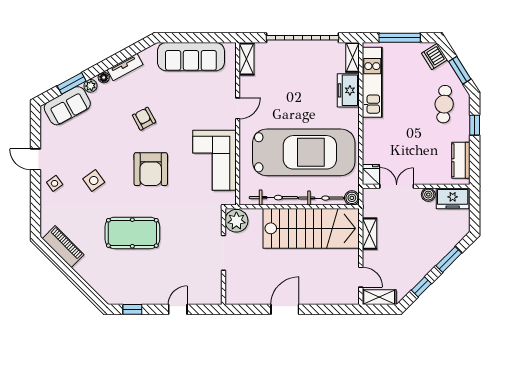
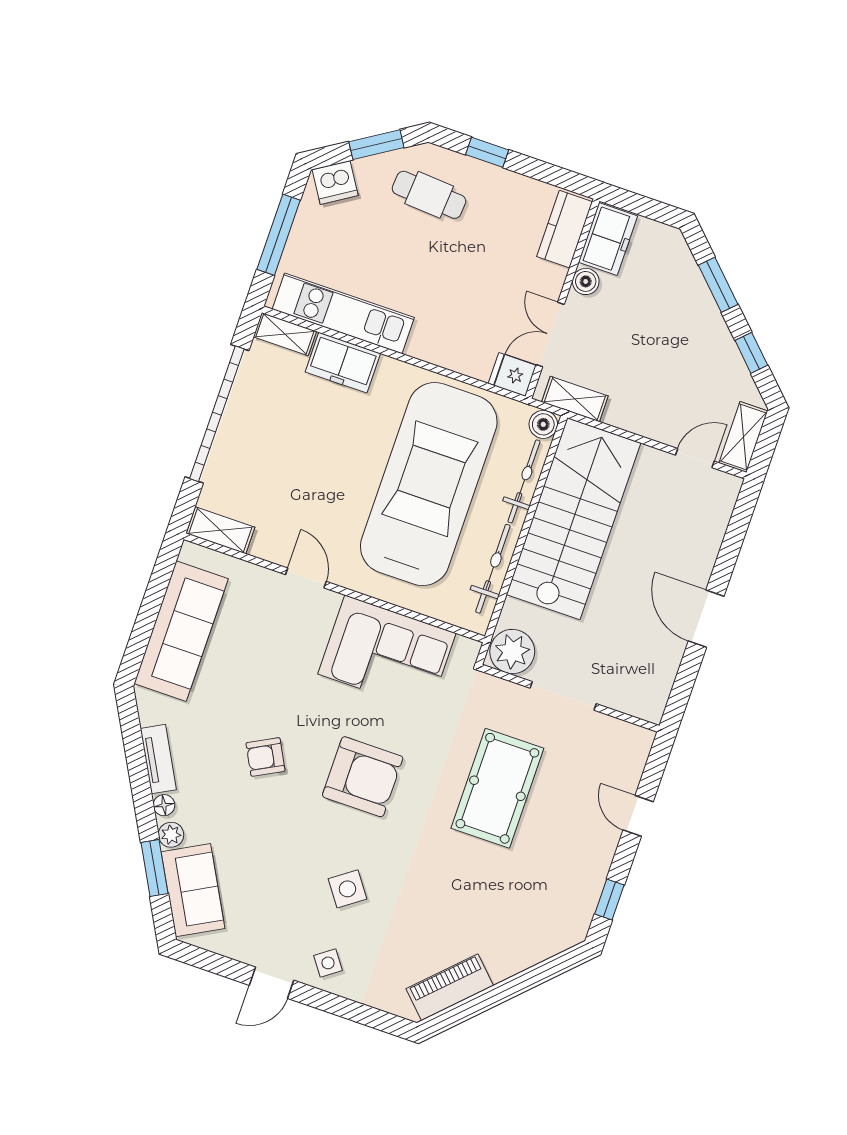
kitchen counter: (461, 160) -> (565, 229), moved, turned 90
pool table: (132, 233) -> (497, 788), moved
shelving: (369, 234) -> (575, 399), moved

